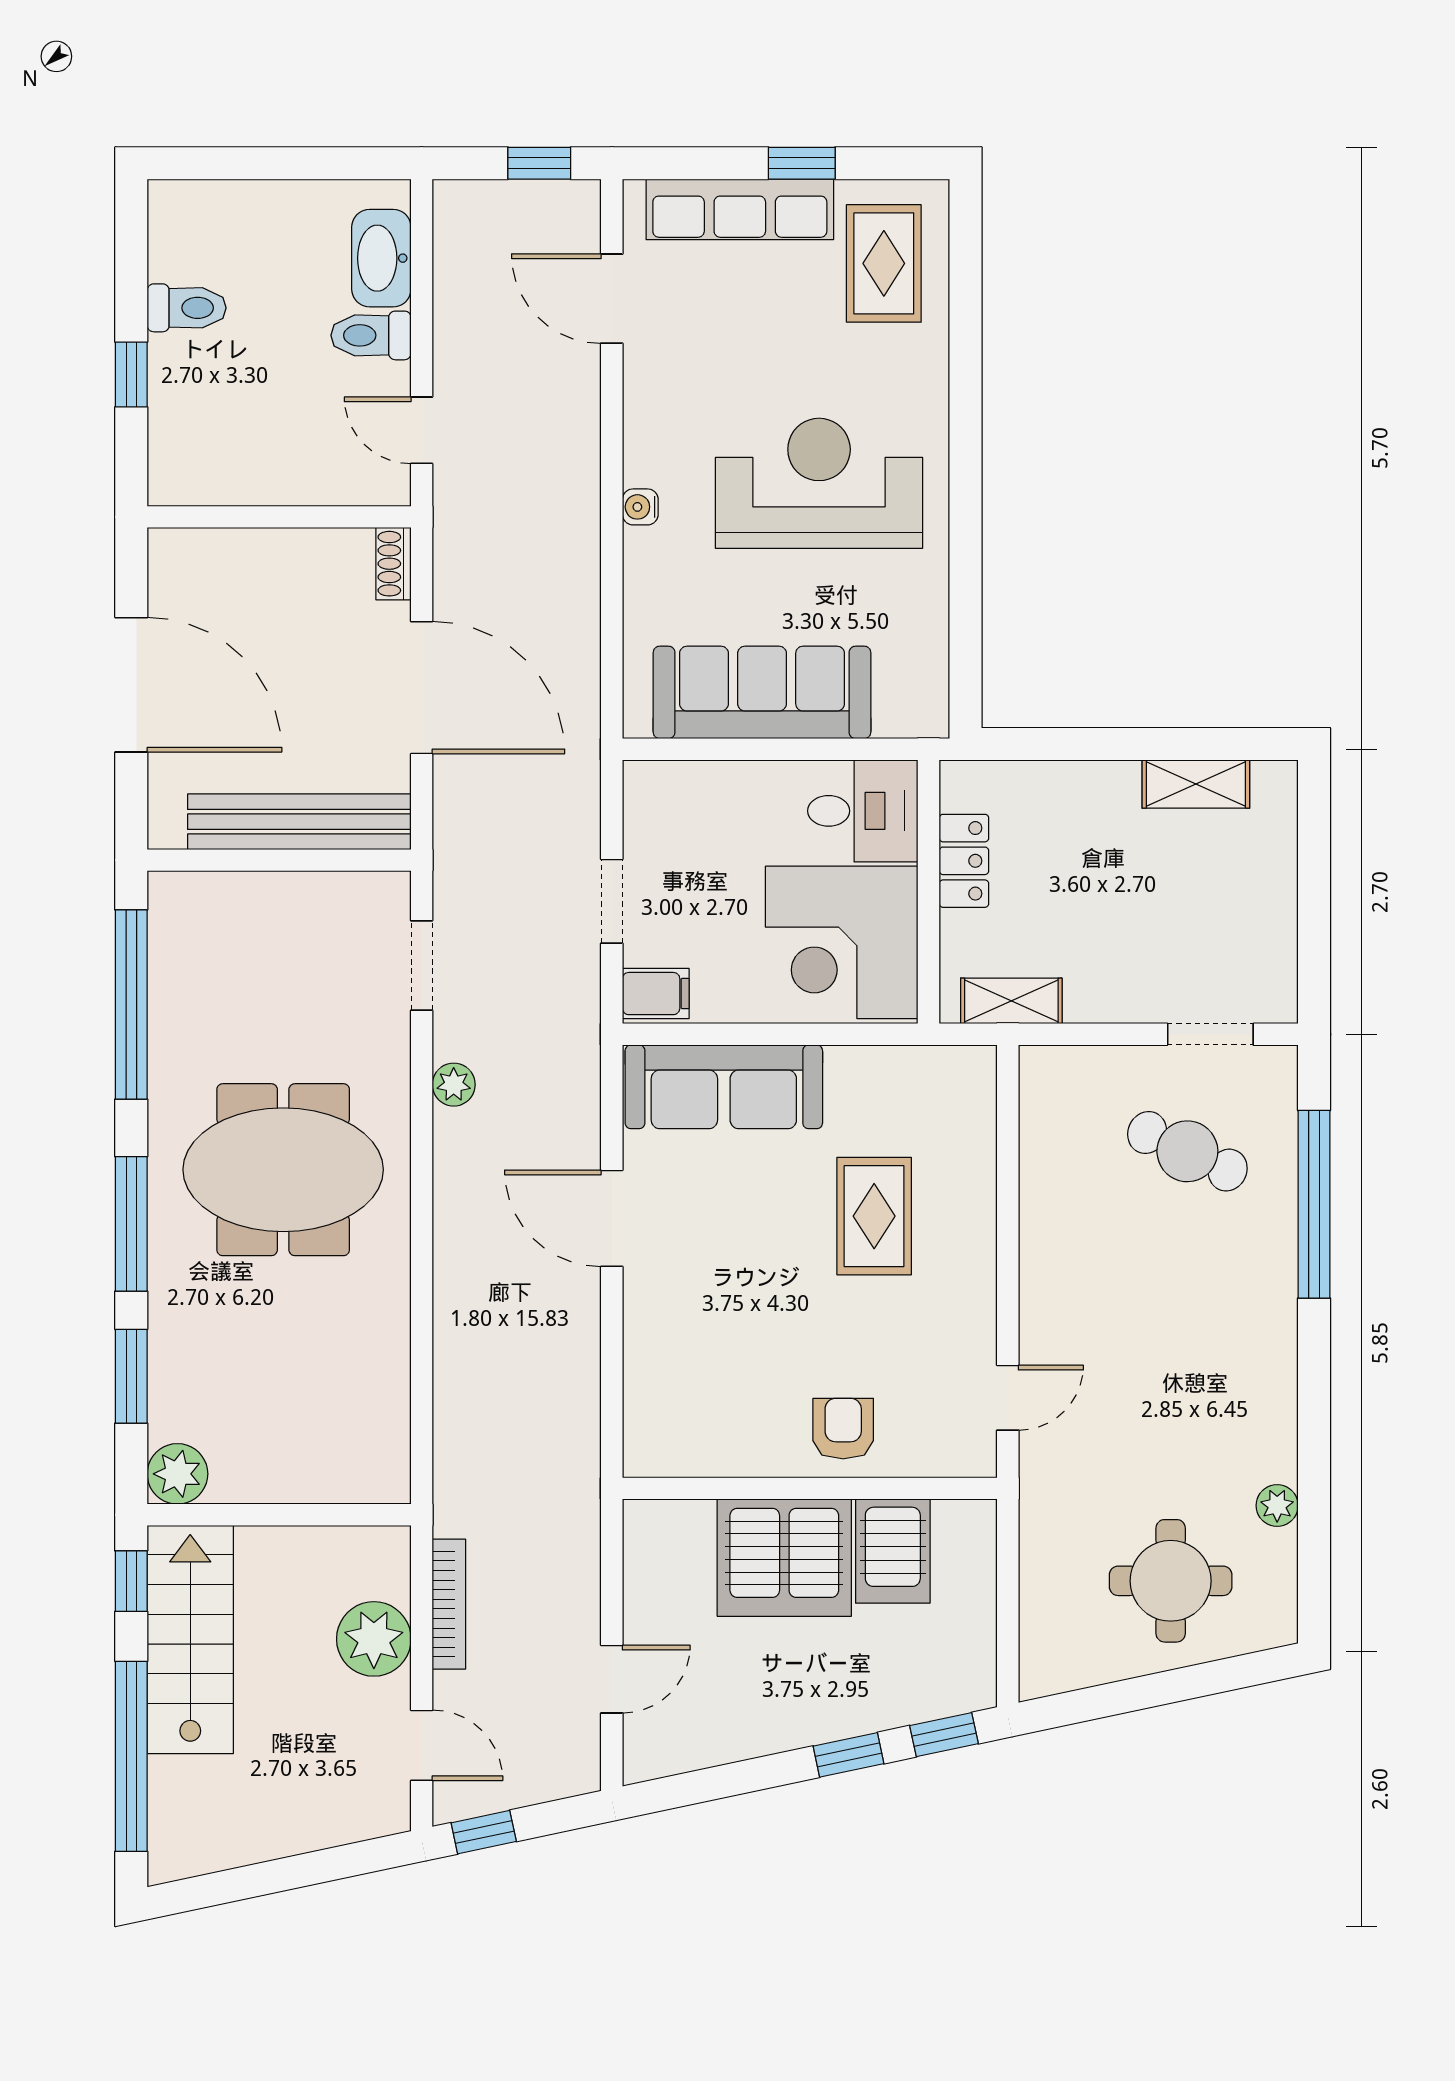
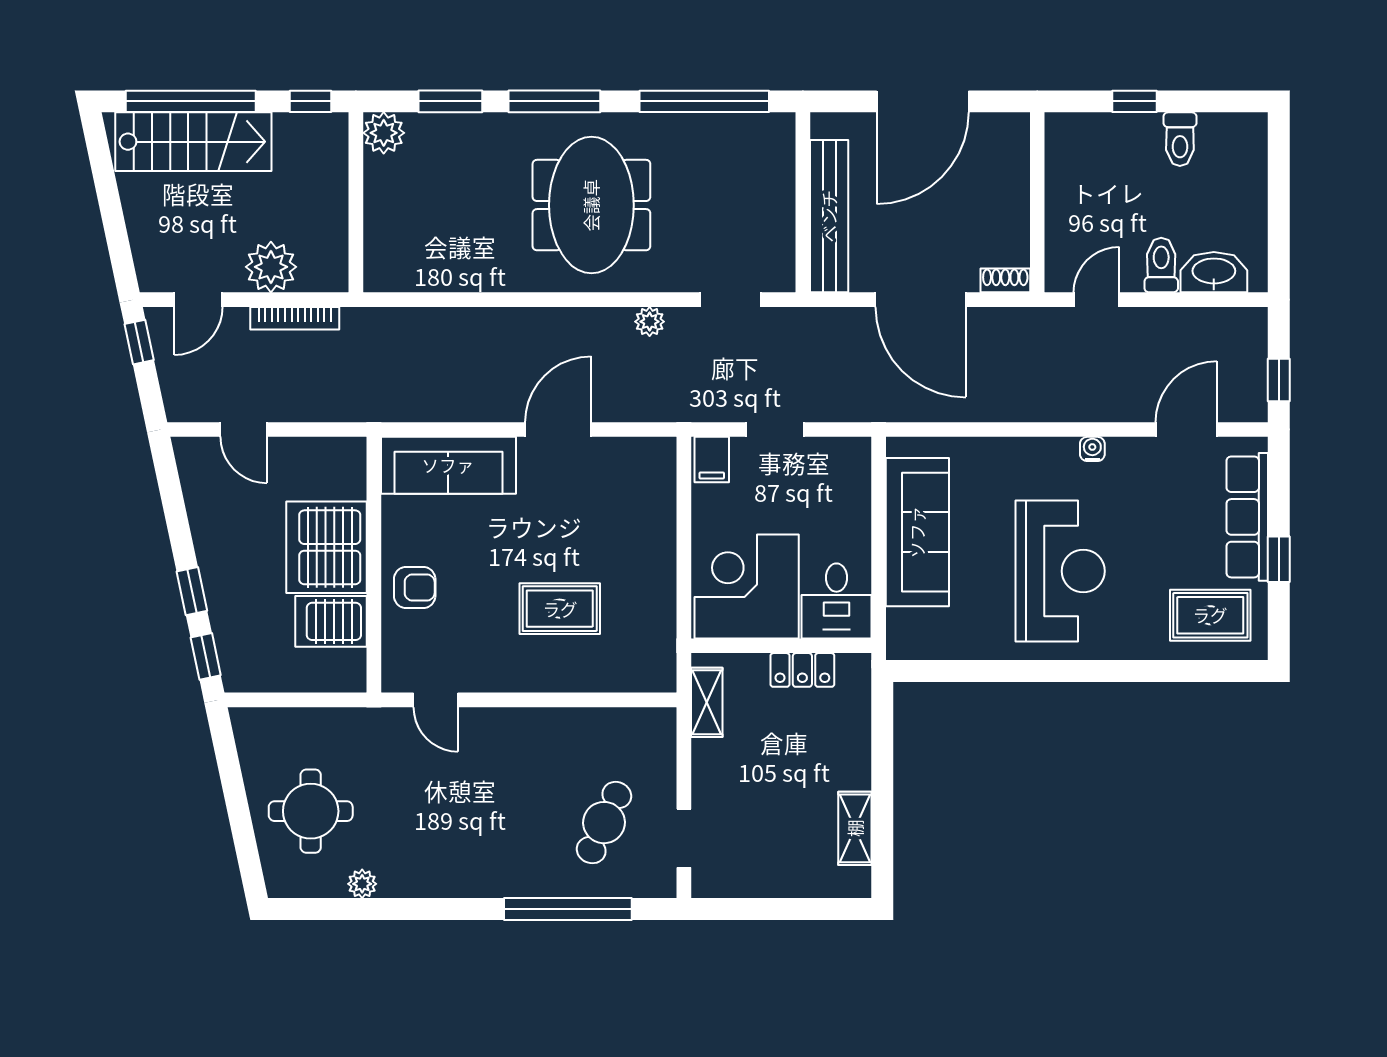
water cooler: (640, 507) -> (1092, 449), moved
door: (422, 688) -> (921, 300), hinge flipped
sofa: (724, 1087) -> (448, 465), moved, turned -90
stairs: (190, 1639) -> (193, 142), moved

